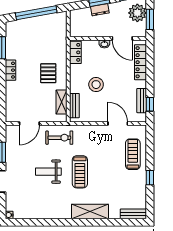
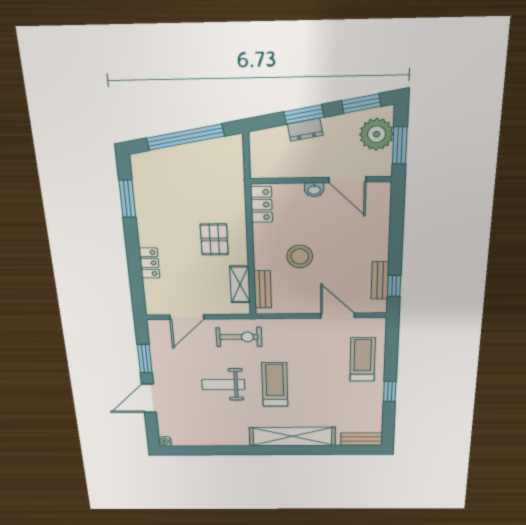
locker: (141, 62) -> (380, 219), removed
locker: (10, 70) -> (149, 263), moved
treadmill: (80, 172) -> (275, 384), turned 180
shelving: (90, 211) -> (292, 436), width x1.47

